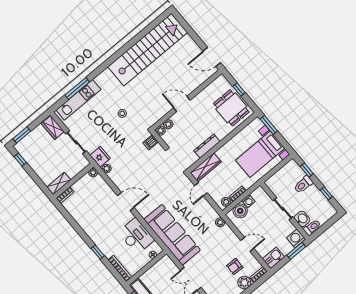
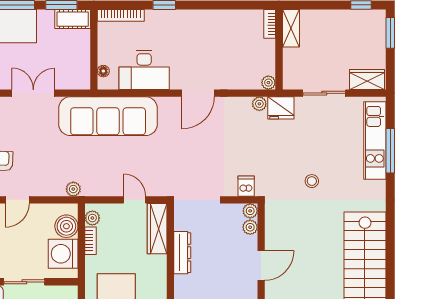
washing machine: (248, 201) -> (63, 254), width x1.89, depth x1.89

